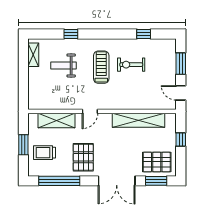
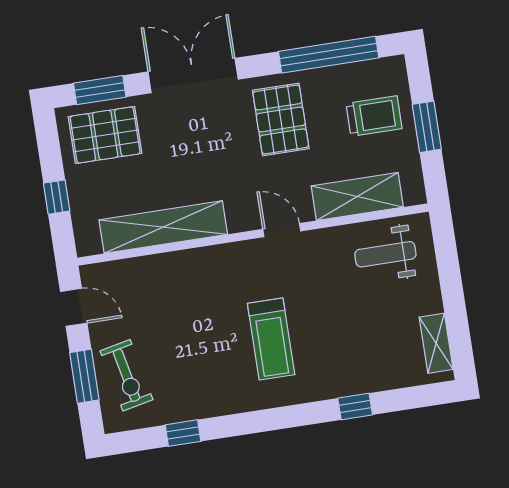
weight bench: (63, 65) -> (385, 254), moved, turned 180
exercise bike: (131, 65) -> (126, 375), moved, turned 78
door: (90, 111) -> (282, 230), hinge flipped

